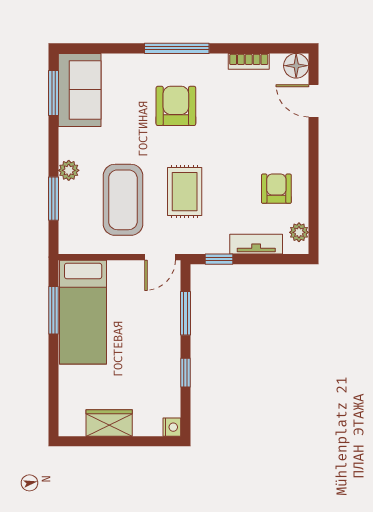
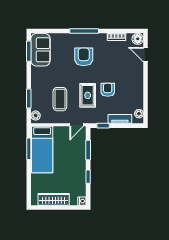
plant: (69, 170) -> (36, 116), moved
armchair: (276, 189) -> (108, 90), moved
coffee table: (123, 200) -> (60, 99), width x0.73, depth x0.76
wardrobe: (109, 423) -> (54, 199), width x1.50

